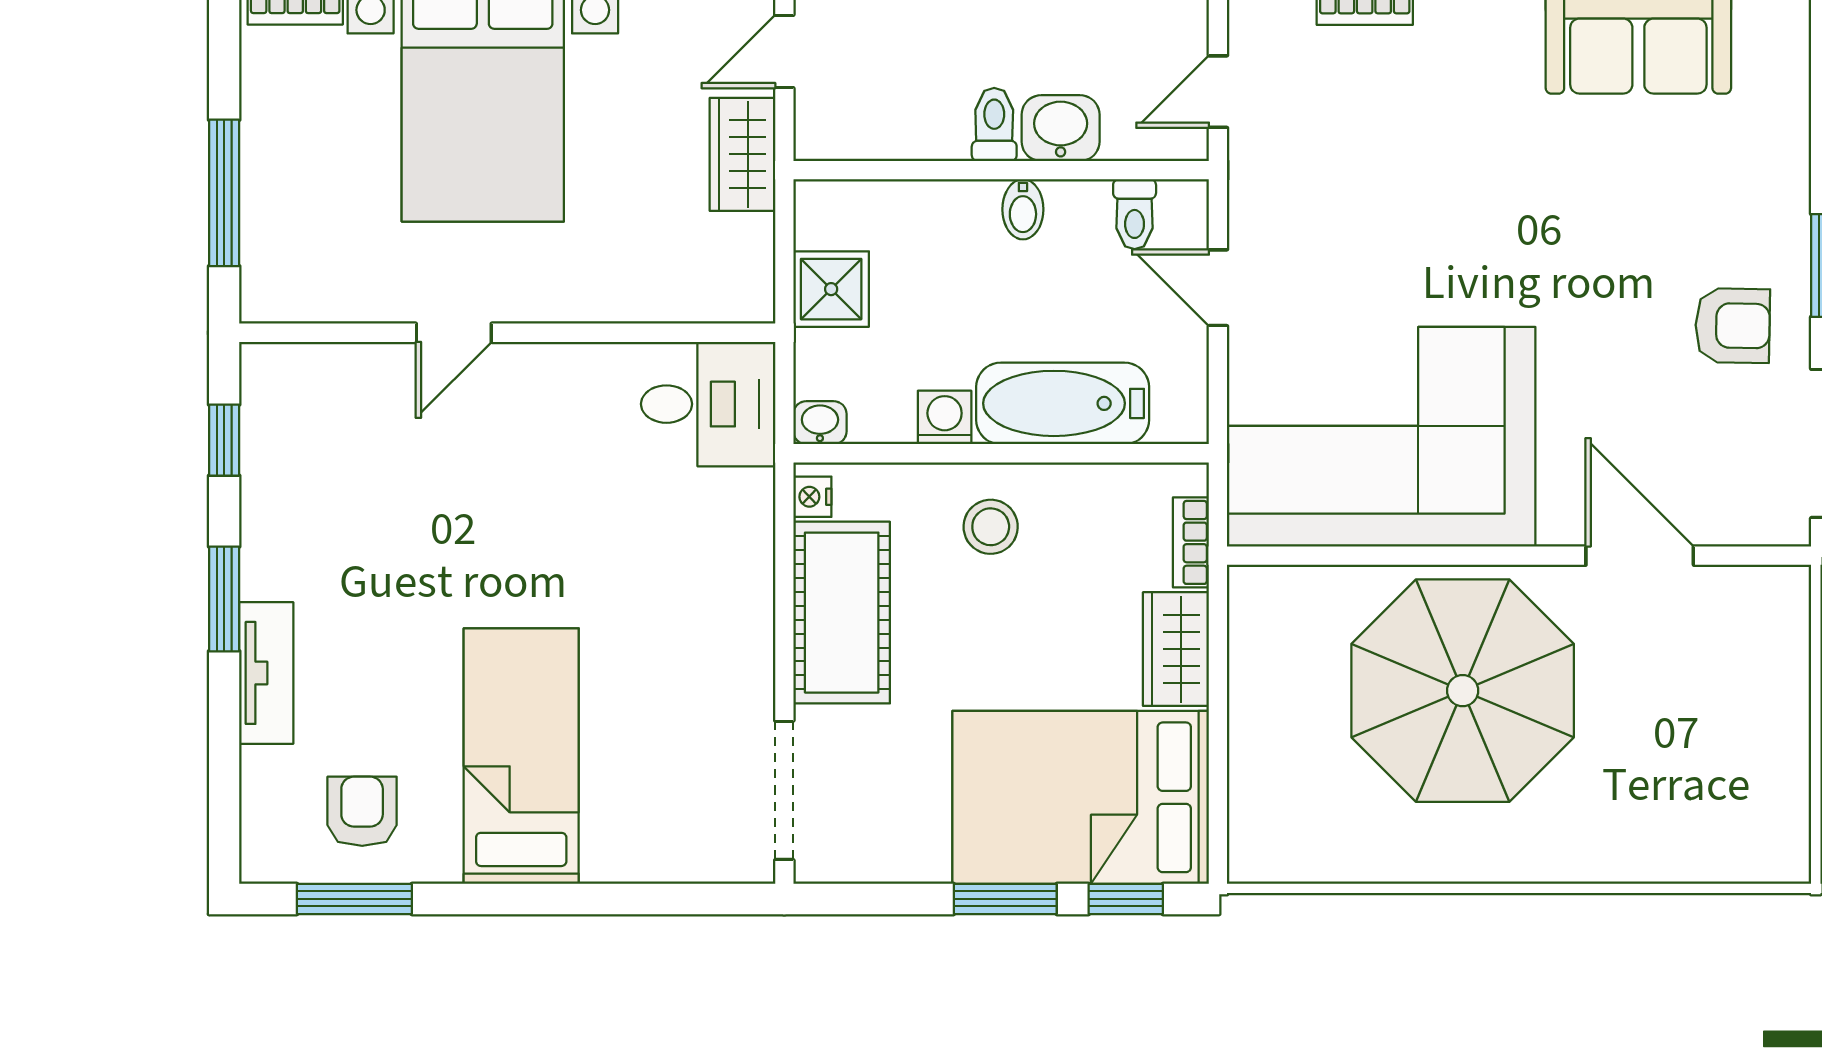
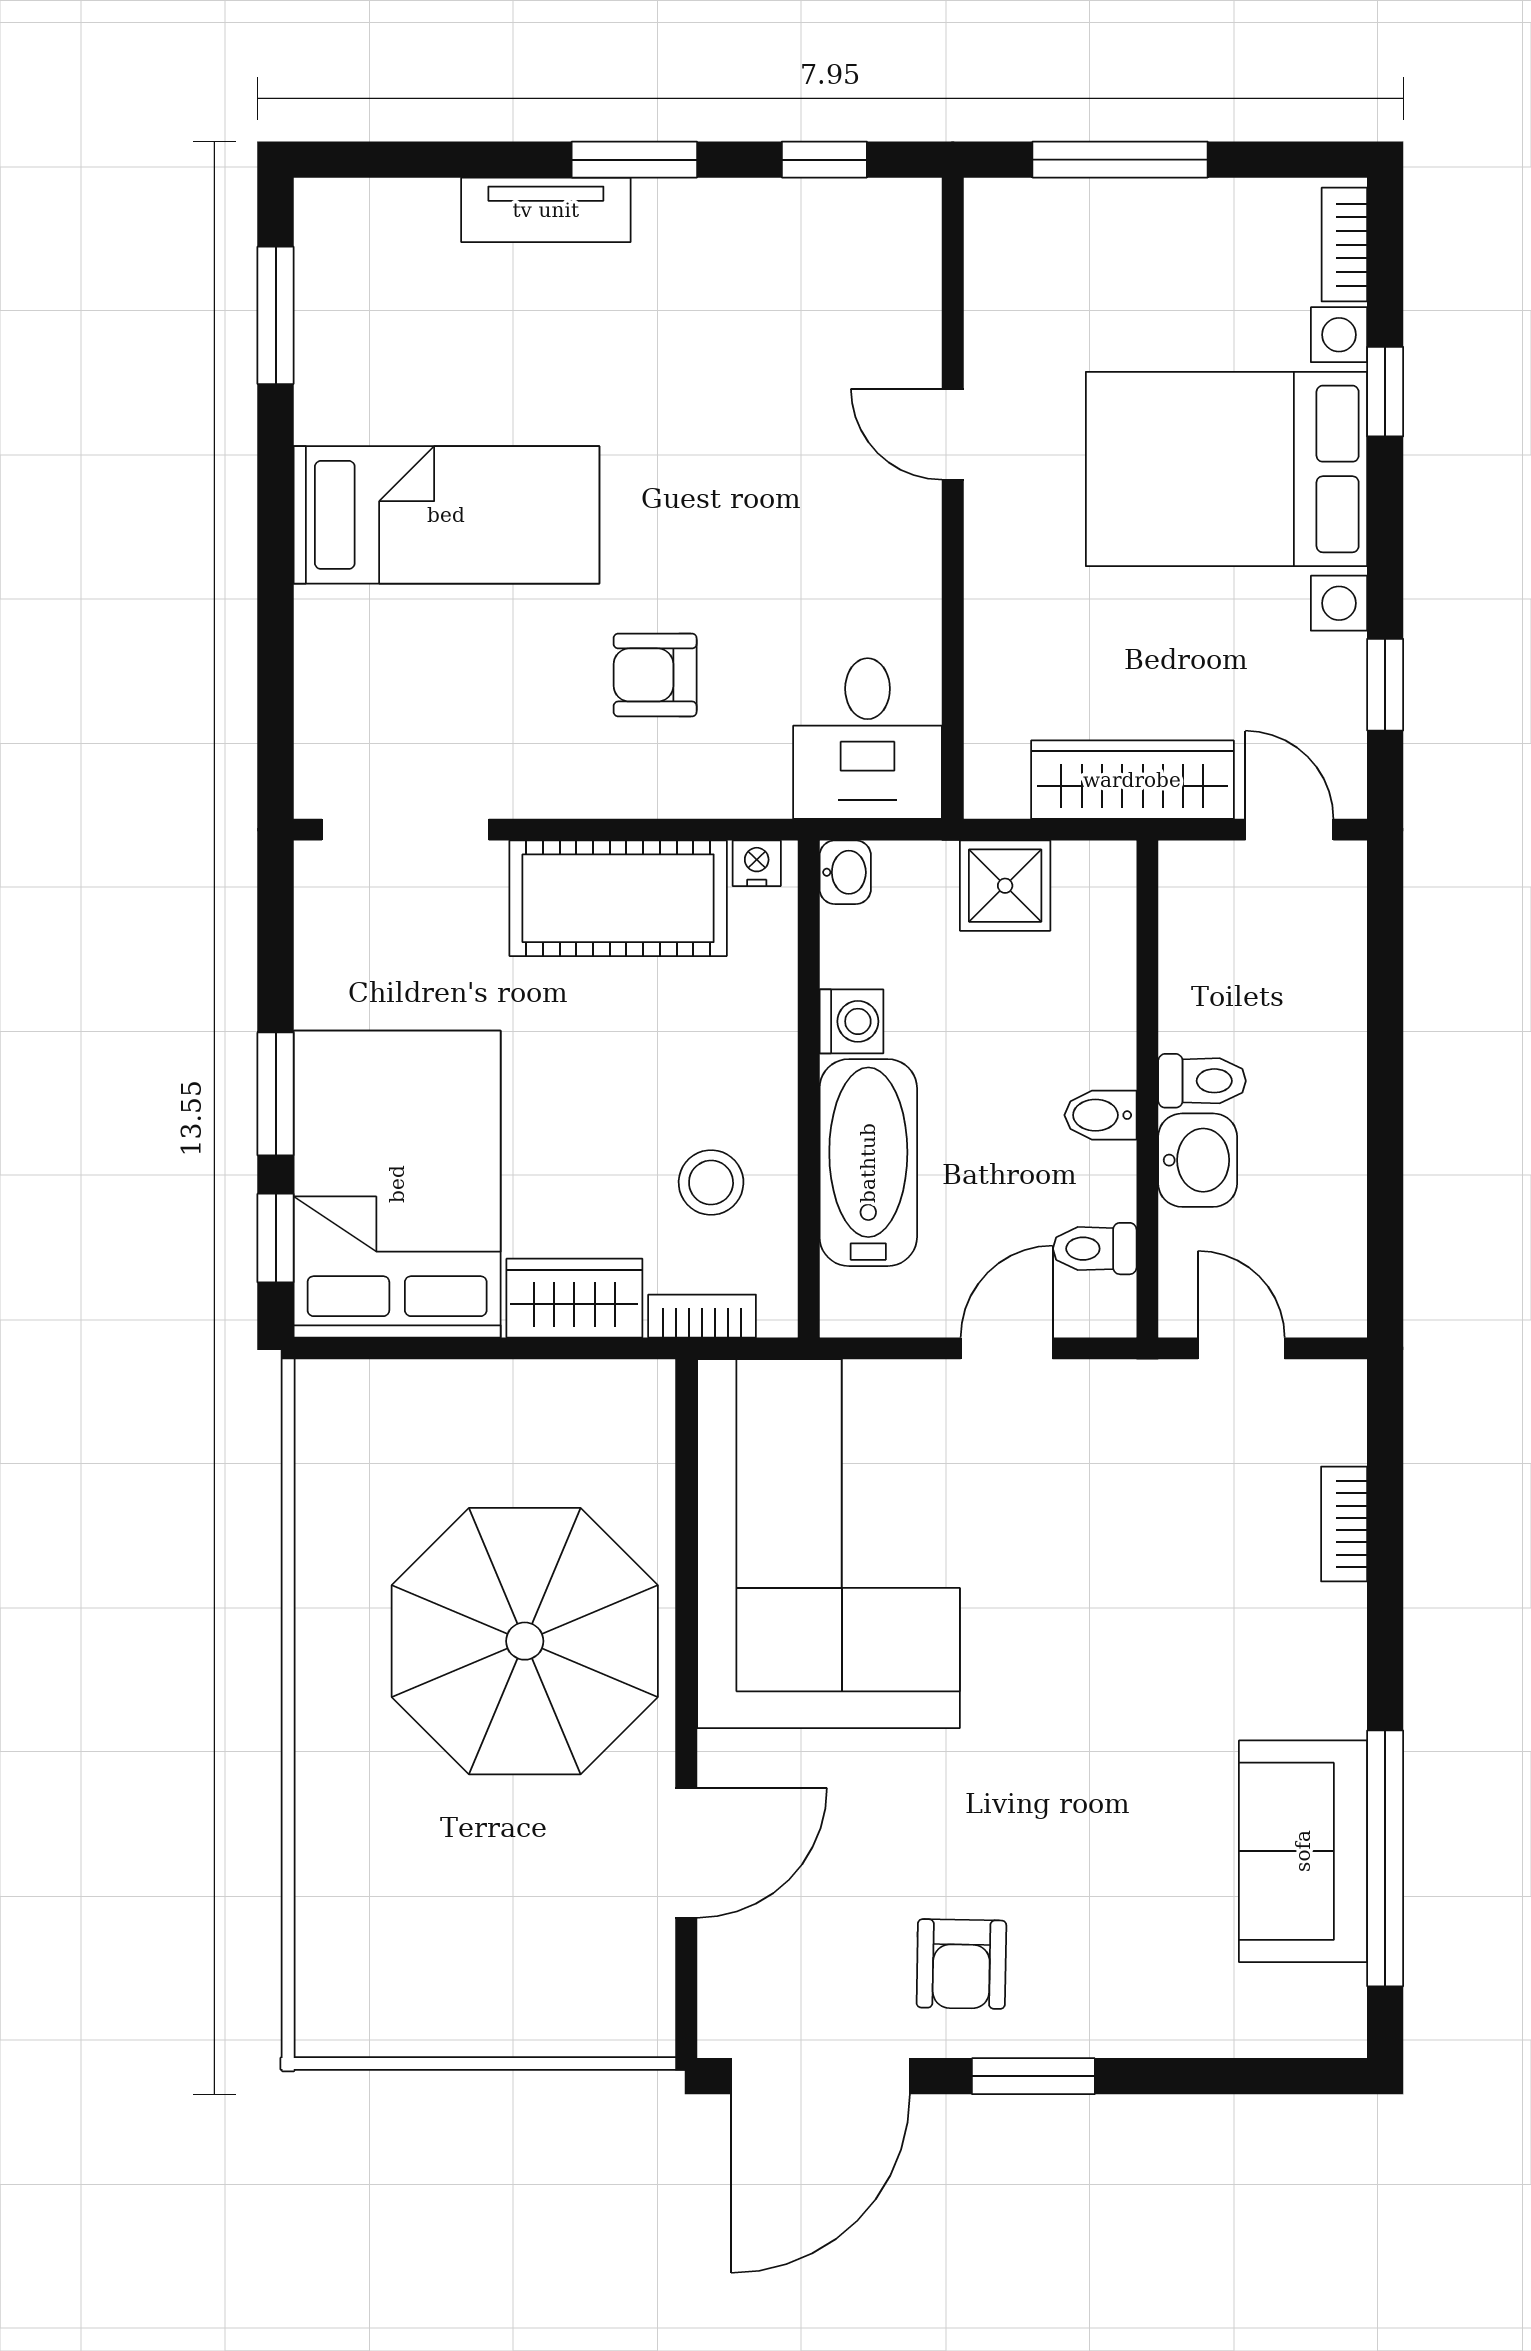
wardrobe: (742, 154) -> (1132, 780), width x1.50
stool: (991, 527) -> (711, 1183), moved
armchair: (362, 811) -> (655, 675), moved, turned 180

